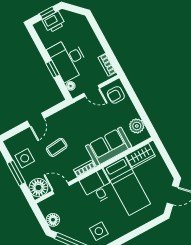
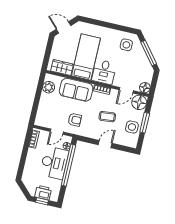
window: (53, 69) -> (68, 165), width x3.17
door: (92, 91) -> (57, 132), swing flipped
armchair: (116, 95) -> (75, 120), moved
door: (61, 188) -> (126, 90), hinge flipped
floor lamp: (53, 220) -> (145, 88), moved

